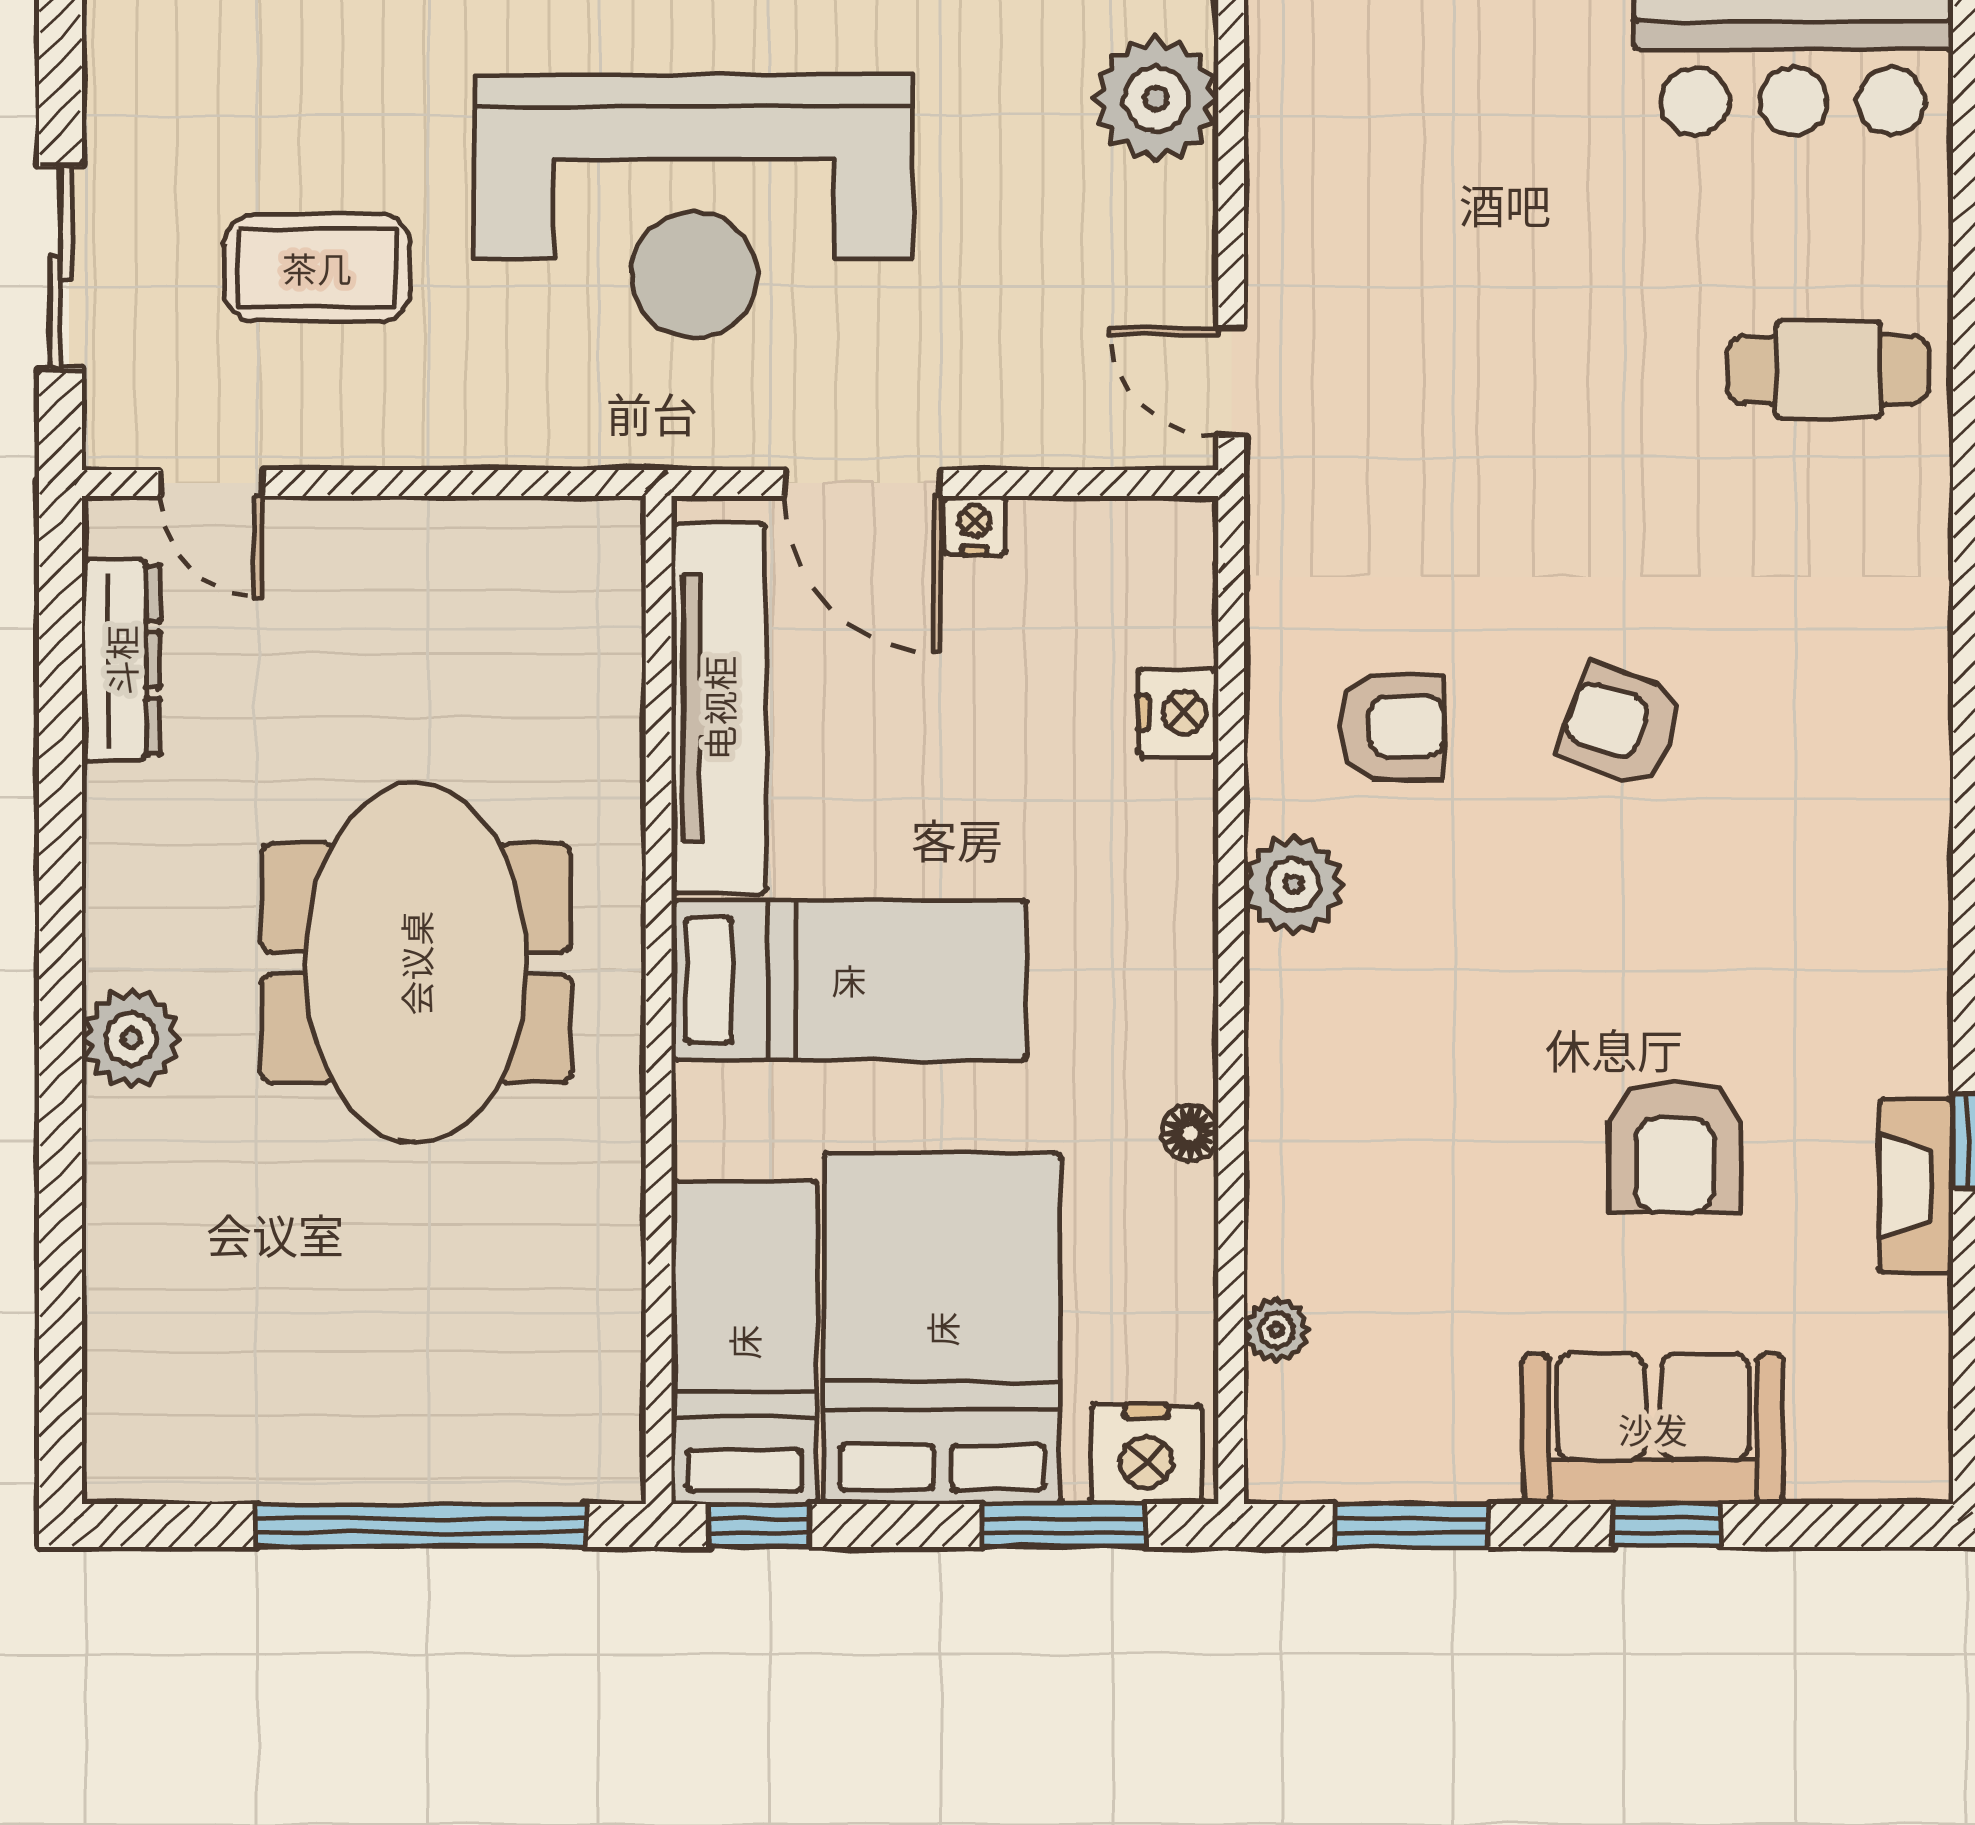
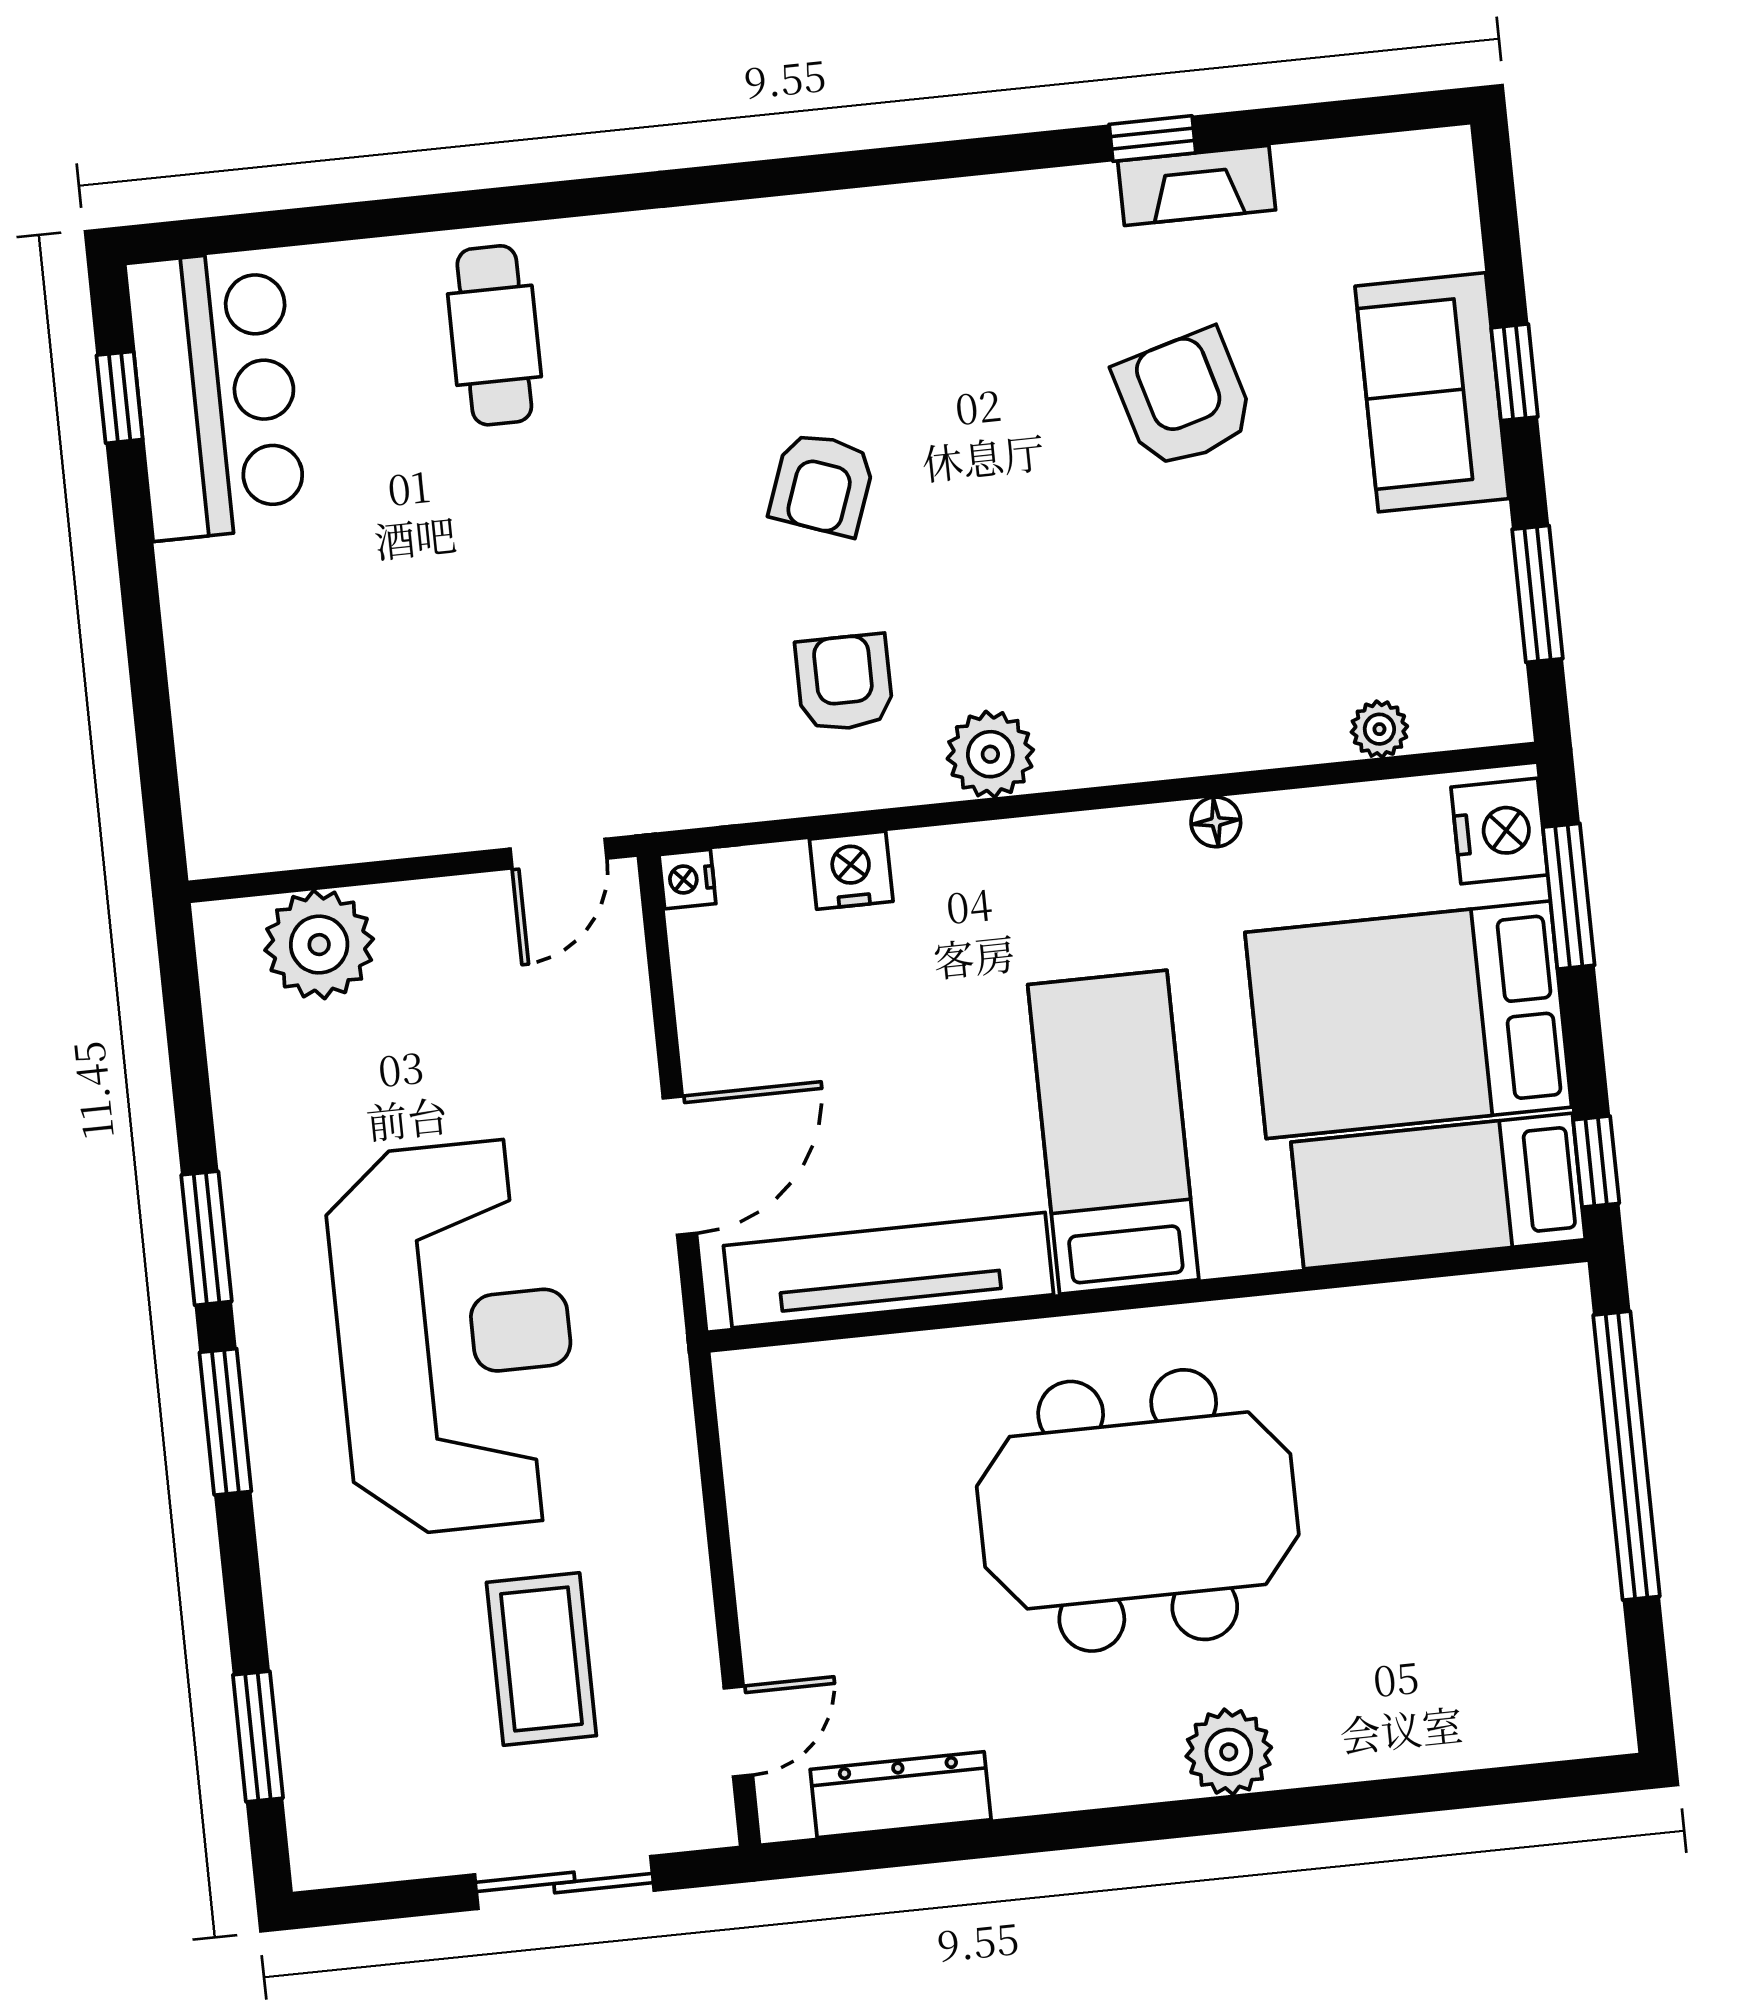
nightstand: (975, 525) -> (687, 879), moved
armchair: (1675, 1147) -> (1184, 399), turned -106

